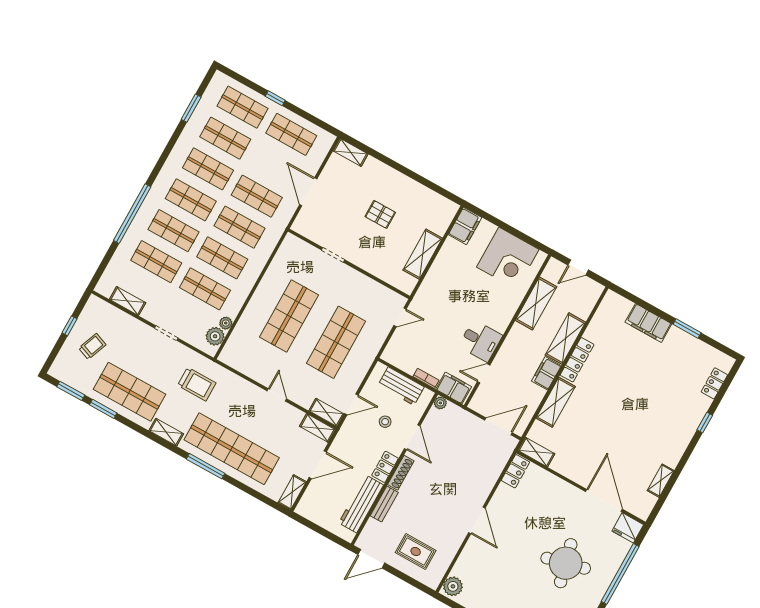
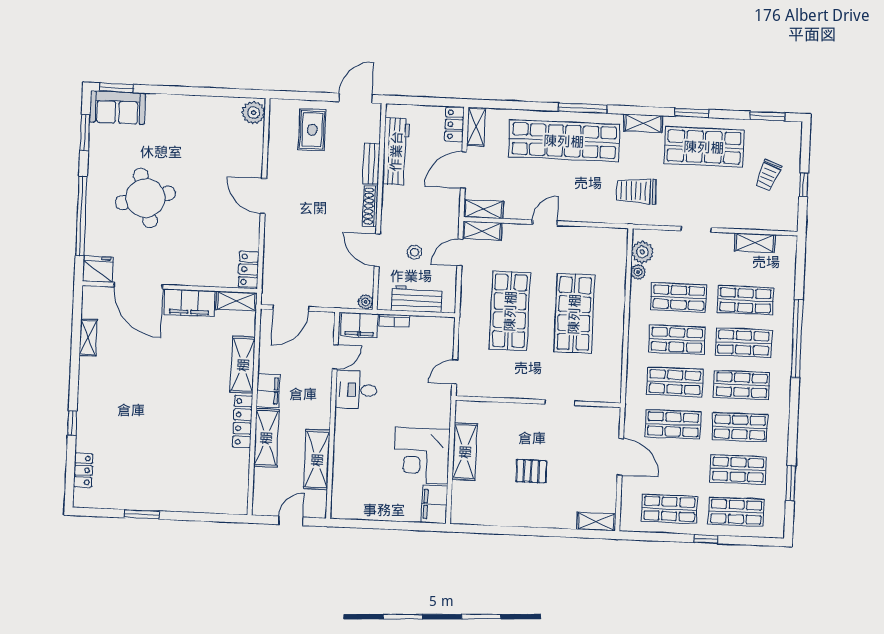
corner desk: (508, 258) -> (421, 456), moved, turned -90
filing cabinet: (648, 323) -> (189, 303), moved, turned 180
door: (277, 395) -> (545, 223), swing flipped
window: (103, 409) -> (692, 113), moved
locker: (385, 467) -> (454, 124), moved, turned 180
rug: (416, 551) -> (312, 130), turned 90

